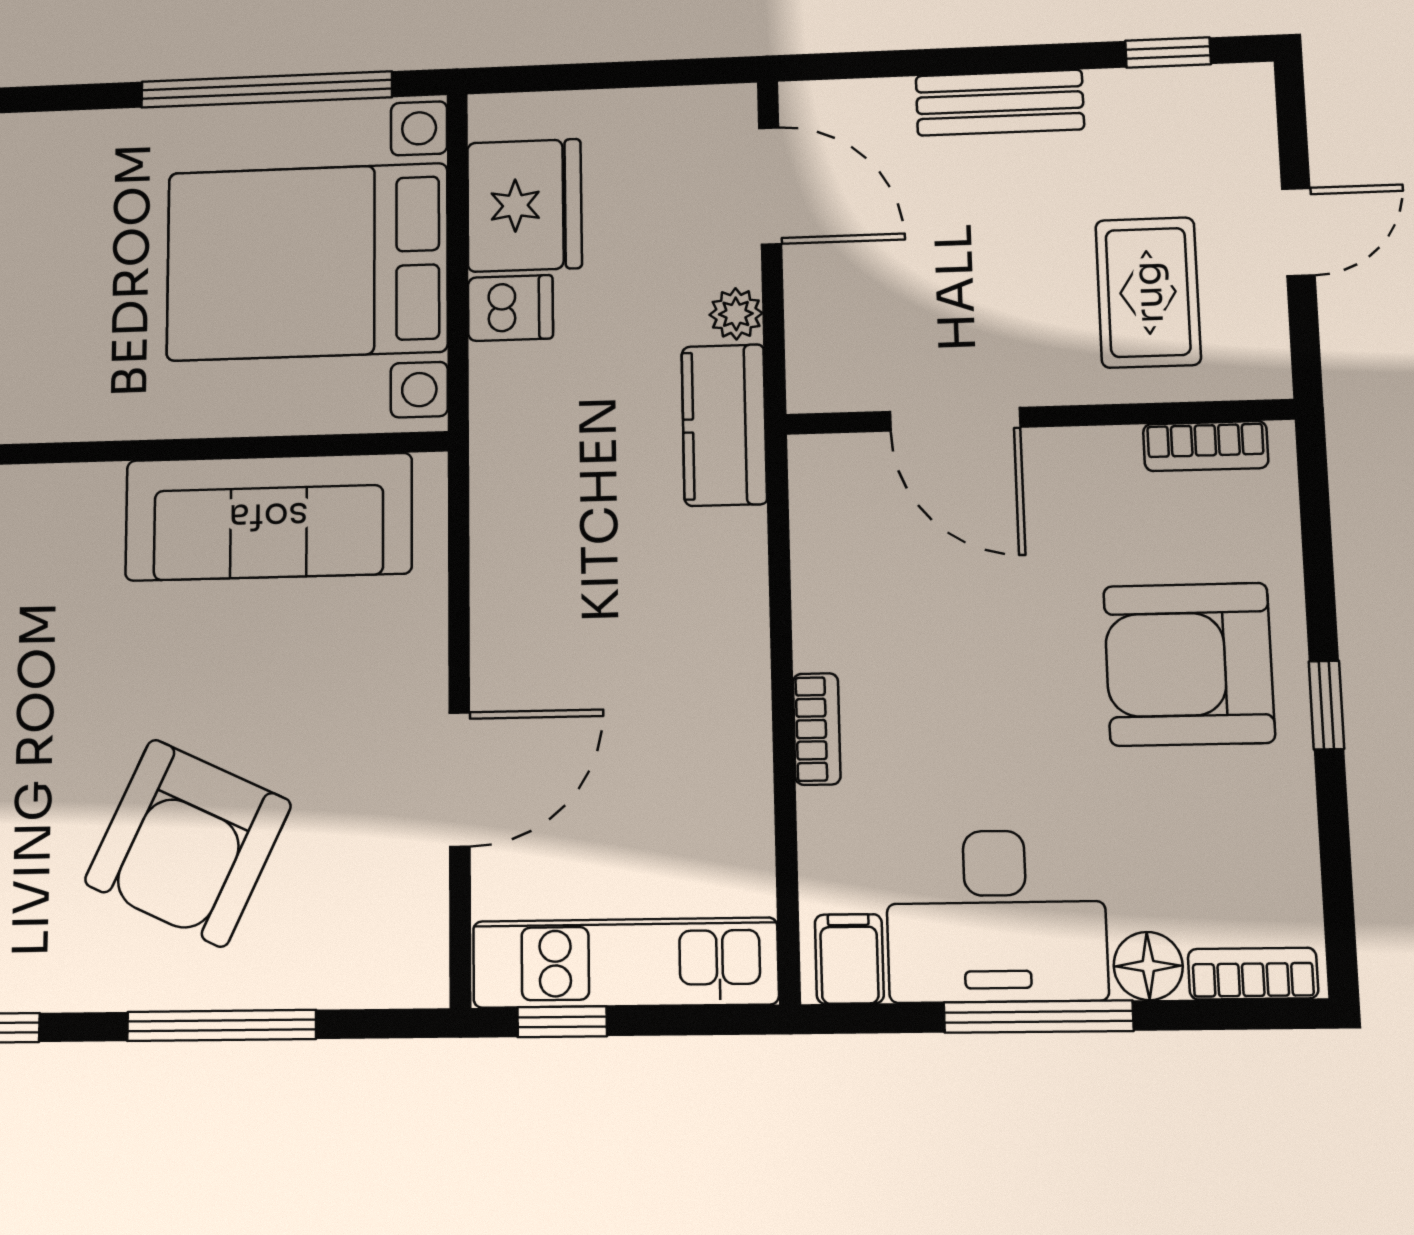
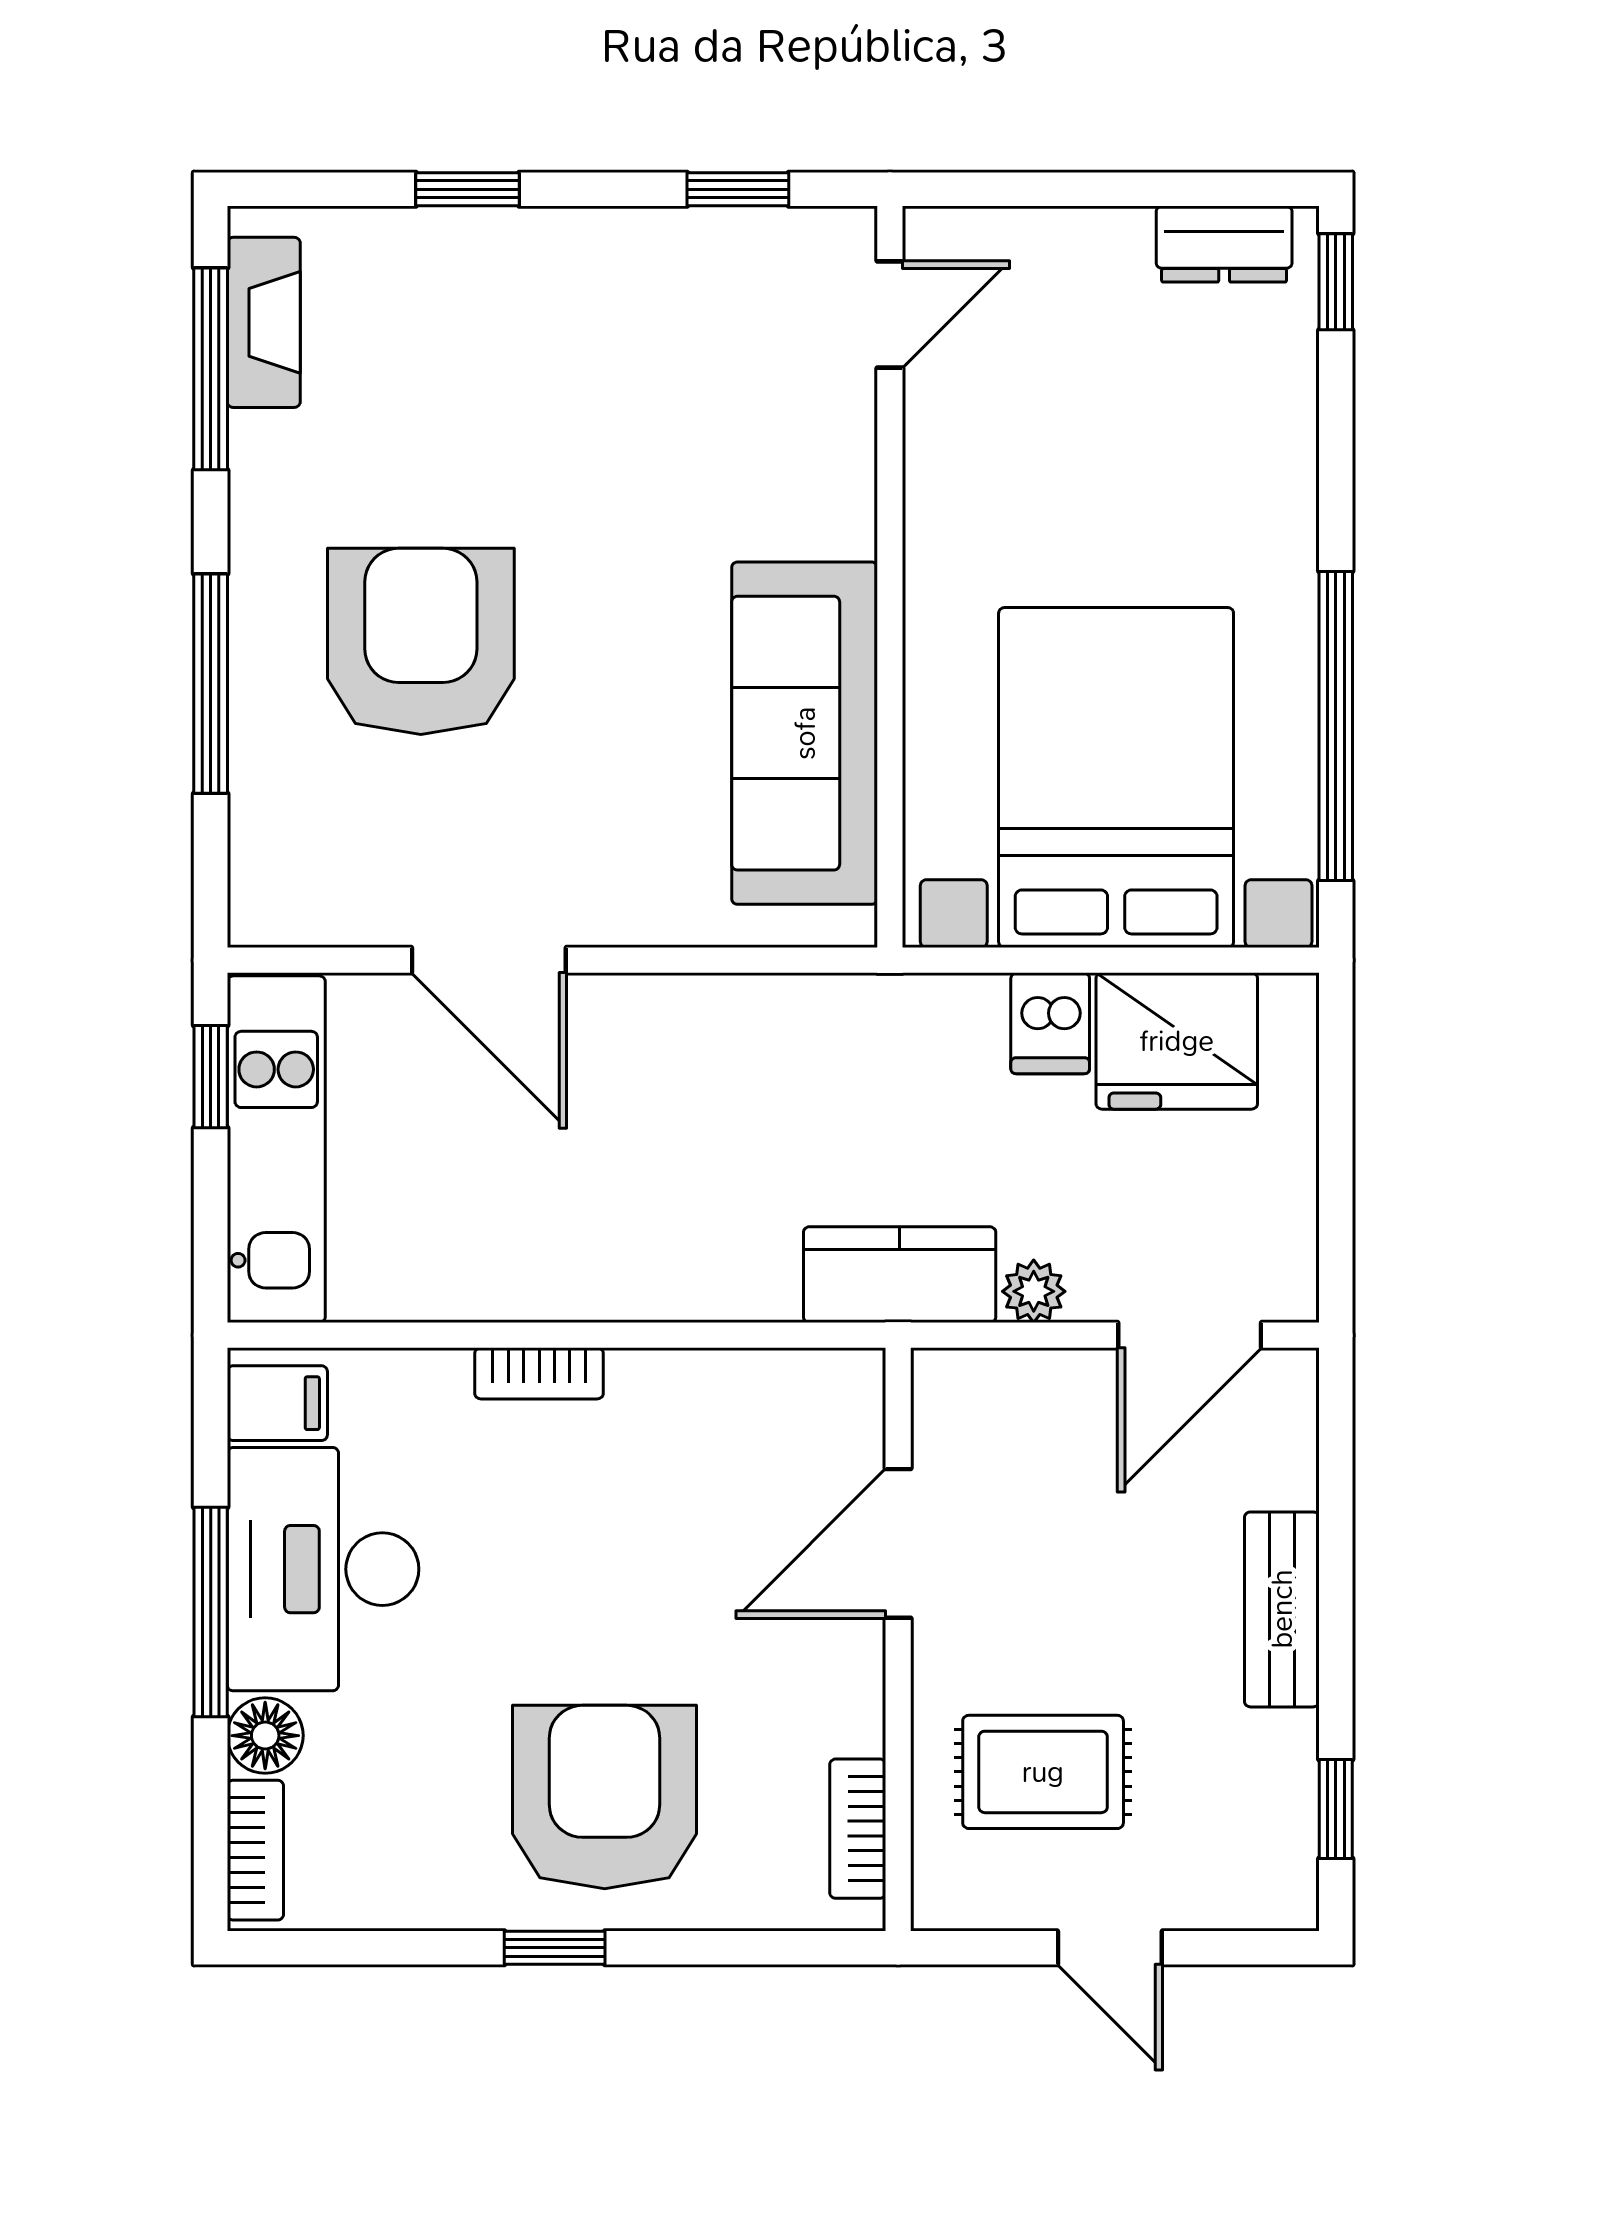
armchair: (188, 843) -> (421, 641), turned 65

